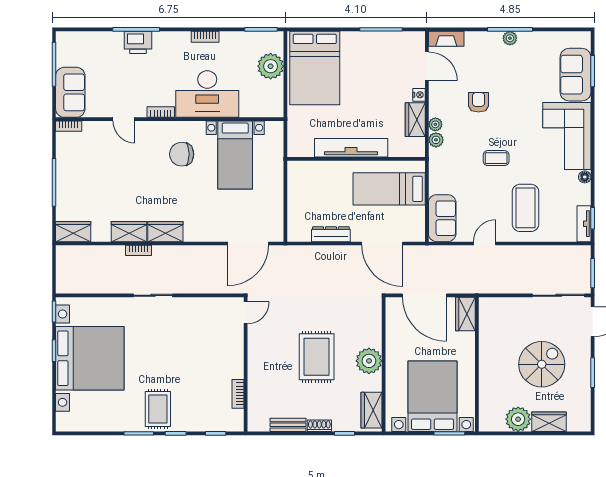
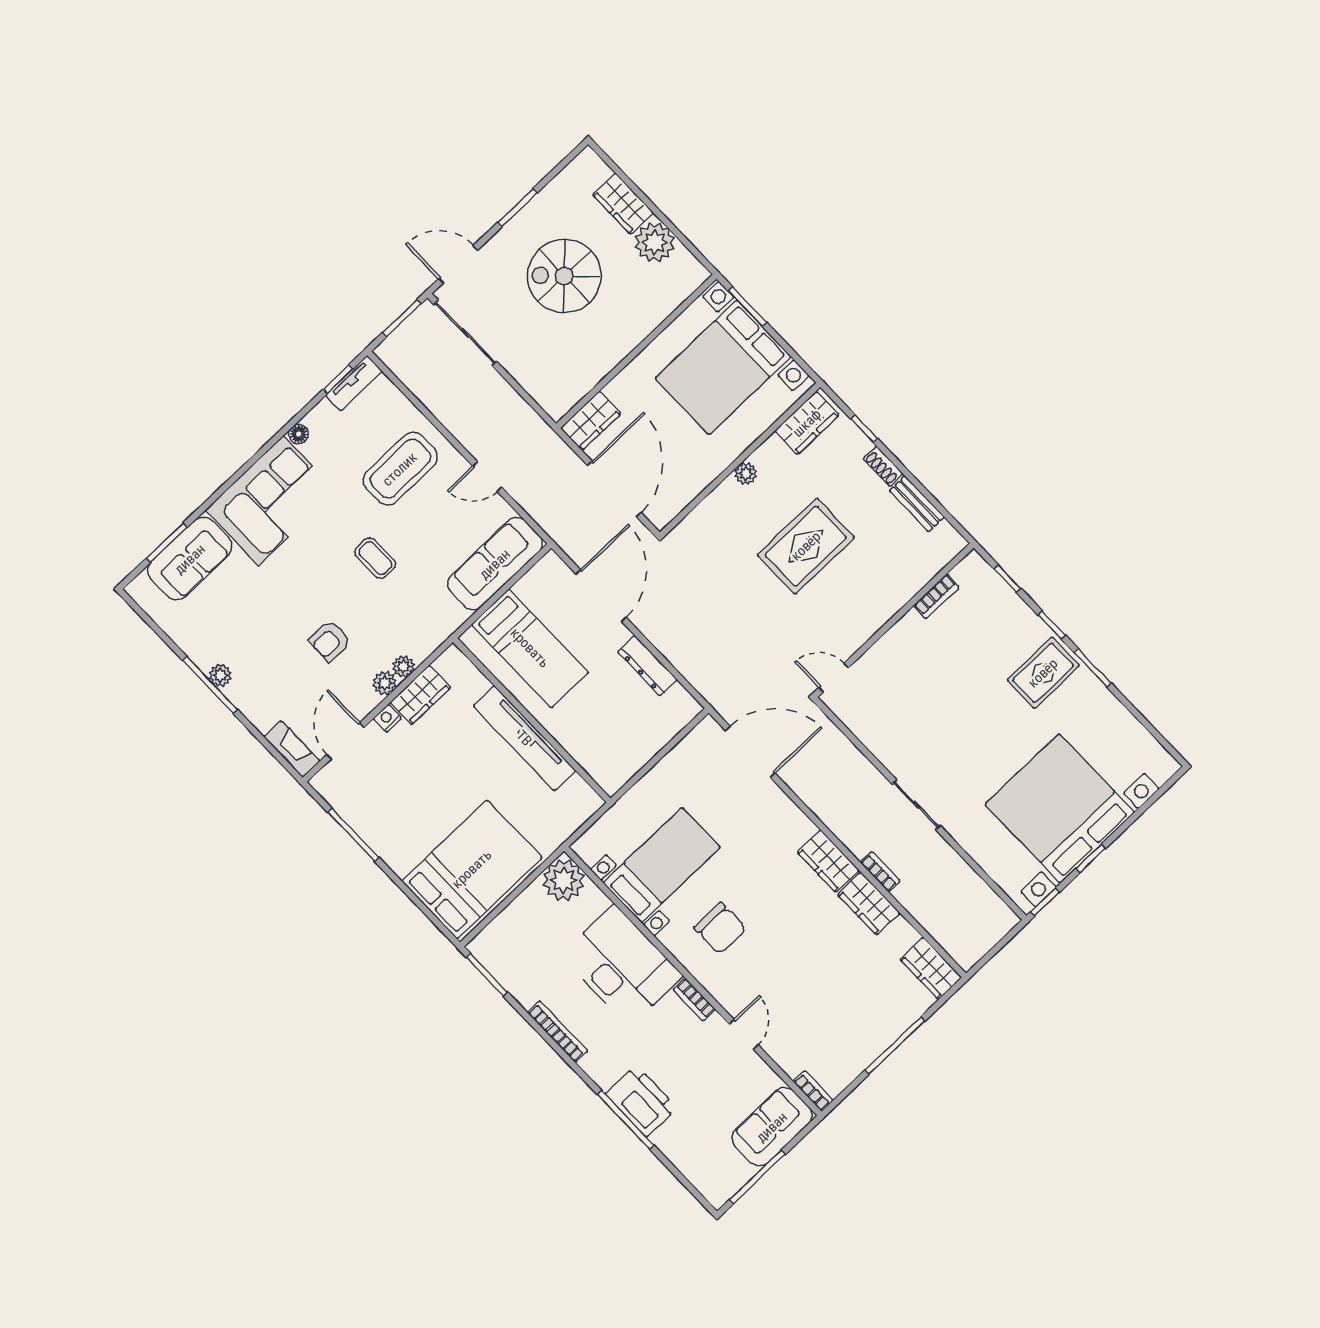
bookcase: (205, 37) -> (558, 1032), width x1.56
printer: (138, 42) -> (641, 1101), width x1.37, depth x1.19
plant: (271, 66) -> (564, 880), moved
plant: (436, 140) -> (385, 683), moved
sofa: (442, 218) -> (495, 564), width x1.36
plant: (369, 361) -> (746, 474), width x0.53, depth x0.53

